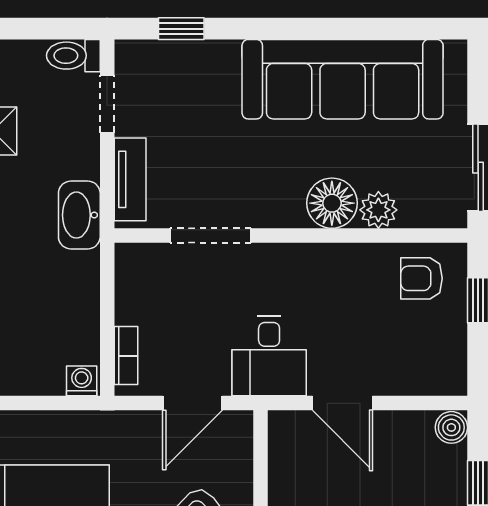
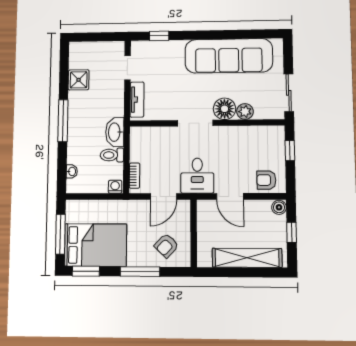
toilet: (73, 56) -> (112, 155), moved
washbasin: (79, 215) -> (115, 132), moved
doorway: (210, 235) -> (195, 123), moved
armchair: (422, 278) -> (266, 180), moved

